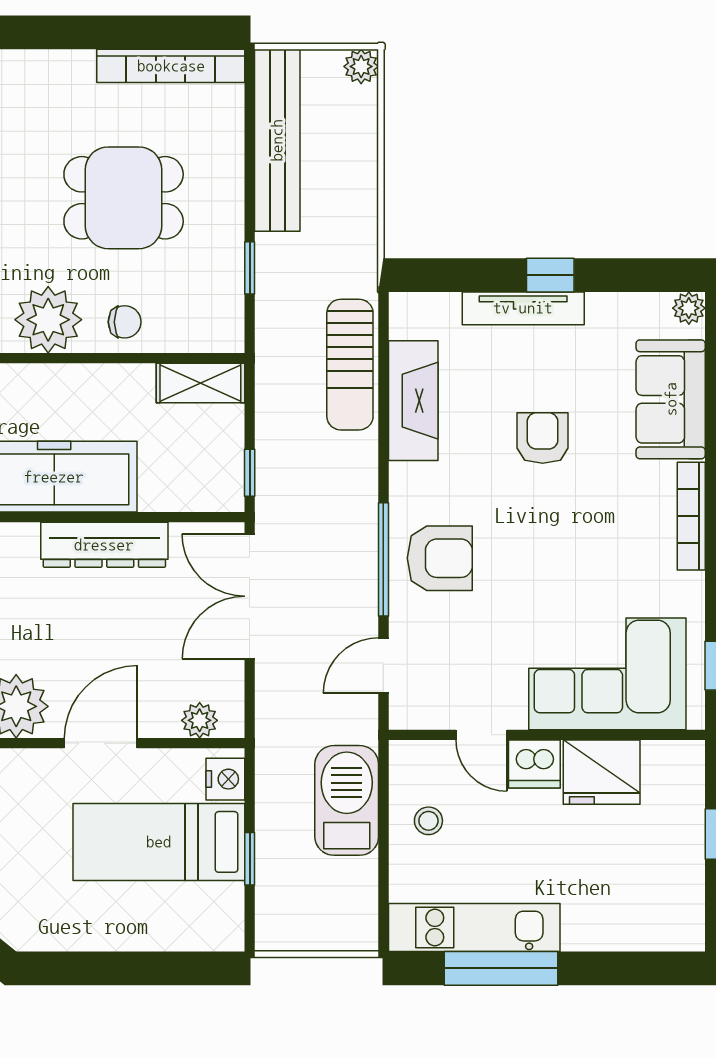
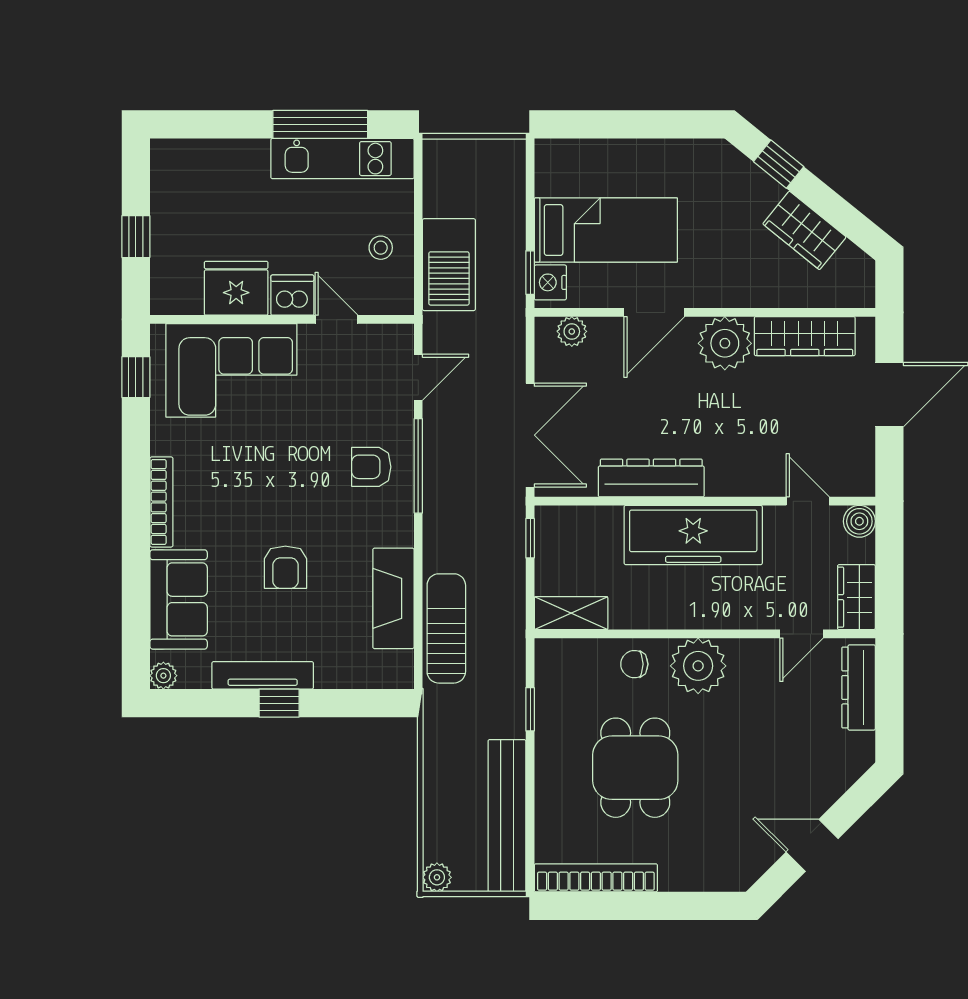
dining table: (124, 198) -> (635, 768), turned 90
tv unit: (523, 308) -> (263, 675), moved
armchair: (440, 558) -> (371, 467), width x0.72, depth x0.72
window: (250, 859) -> (530, 273), moved

